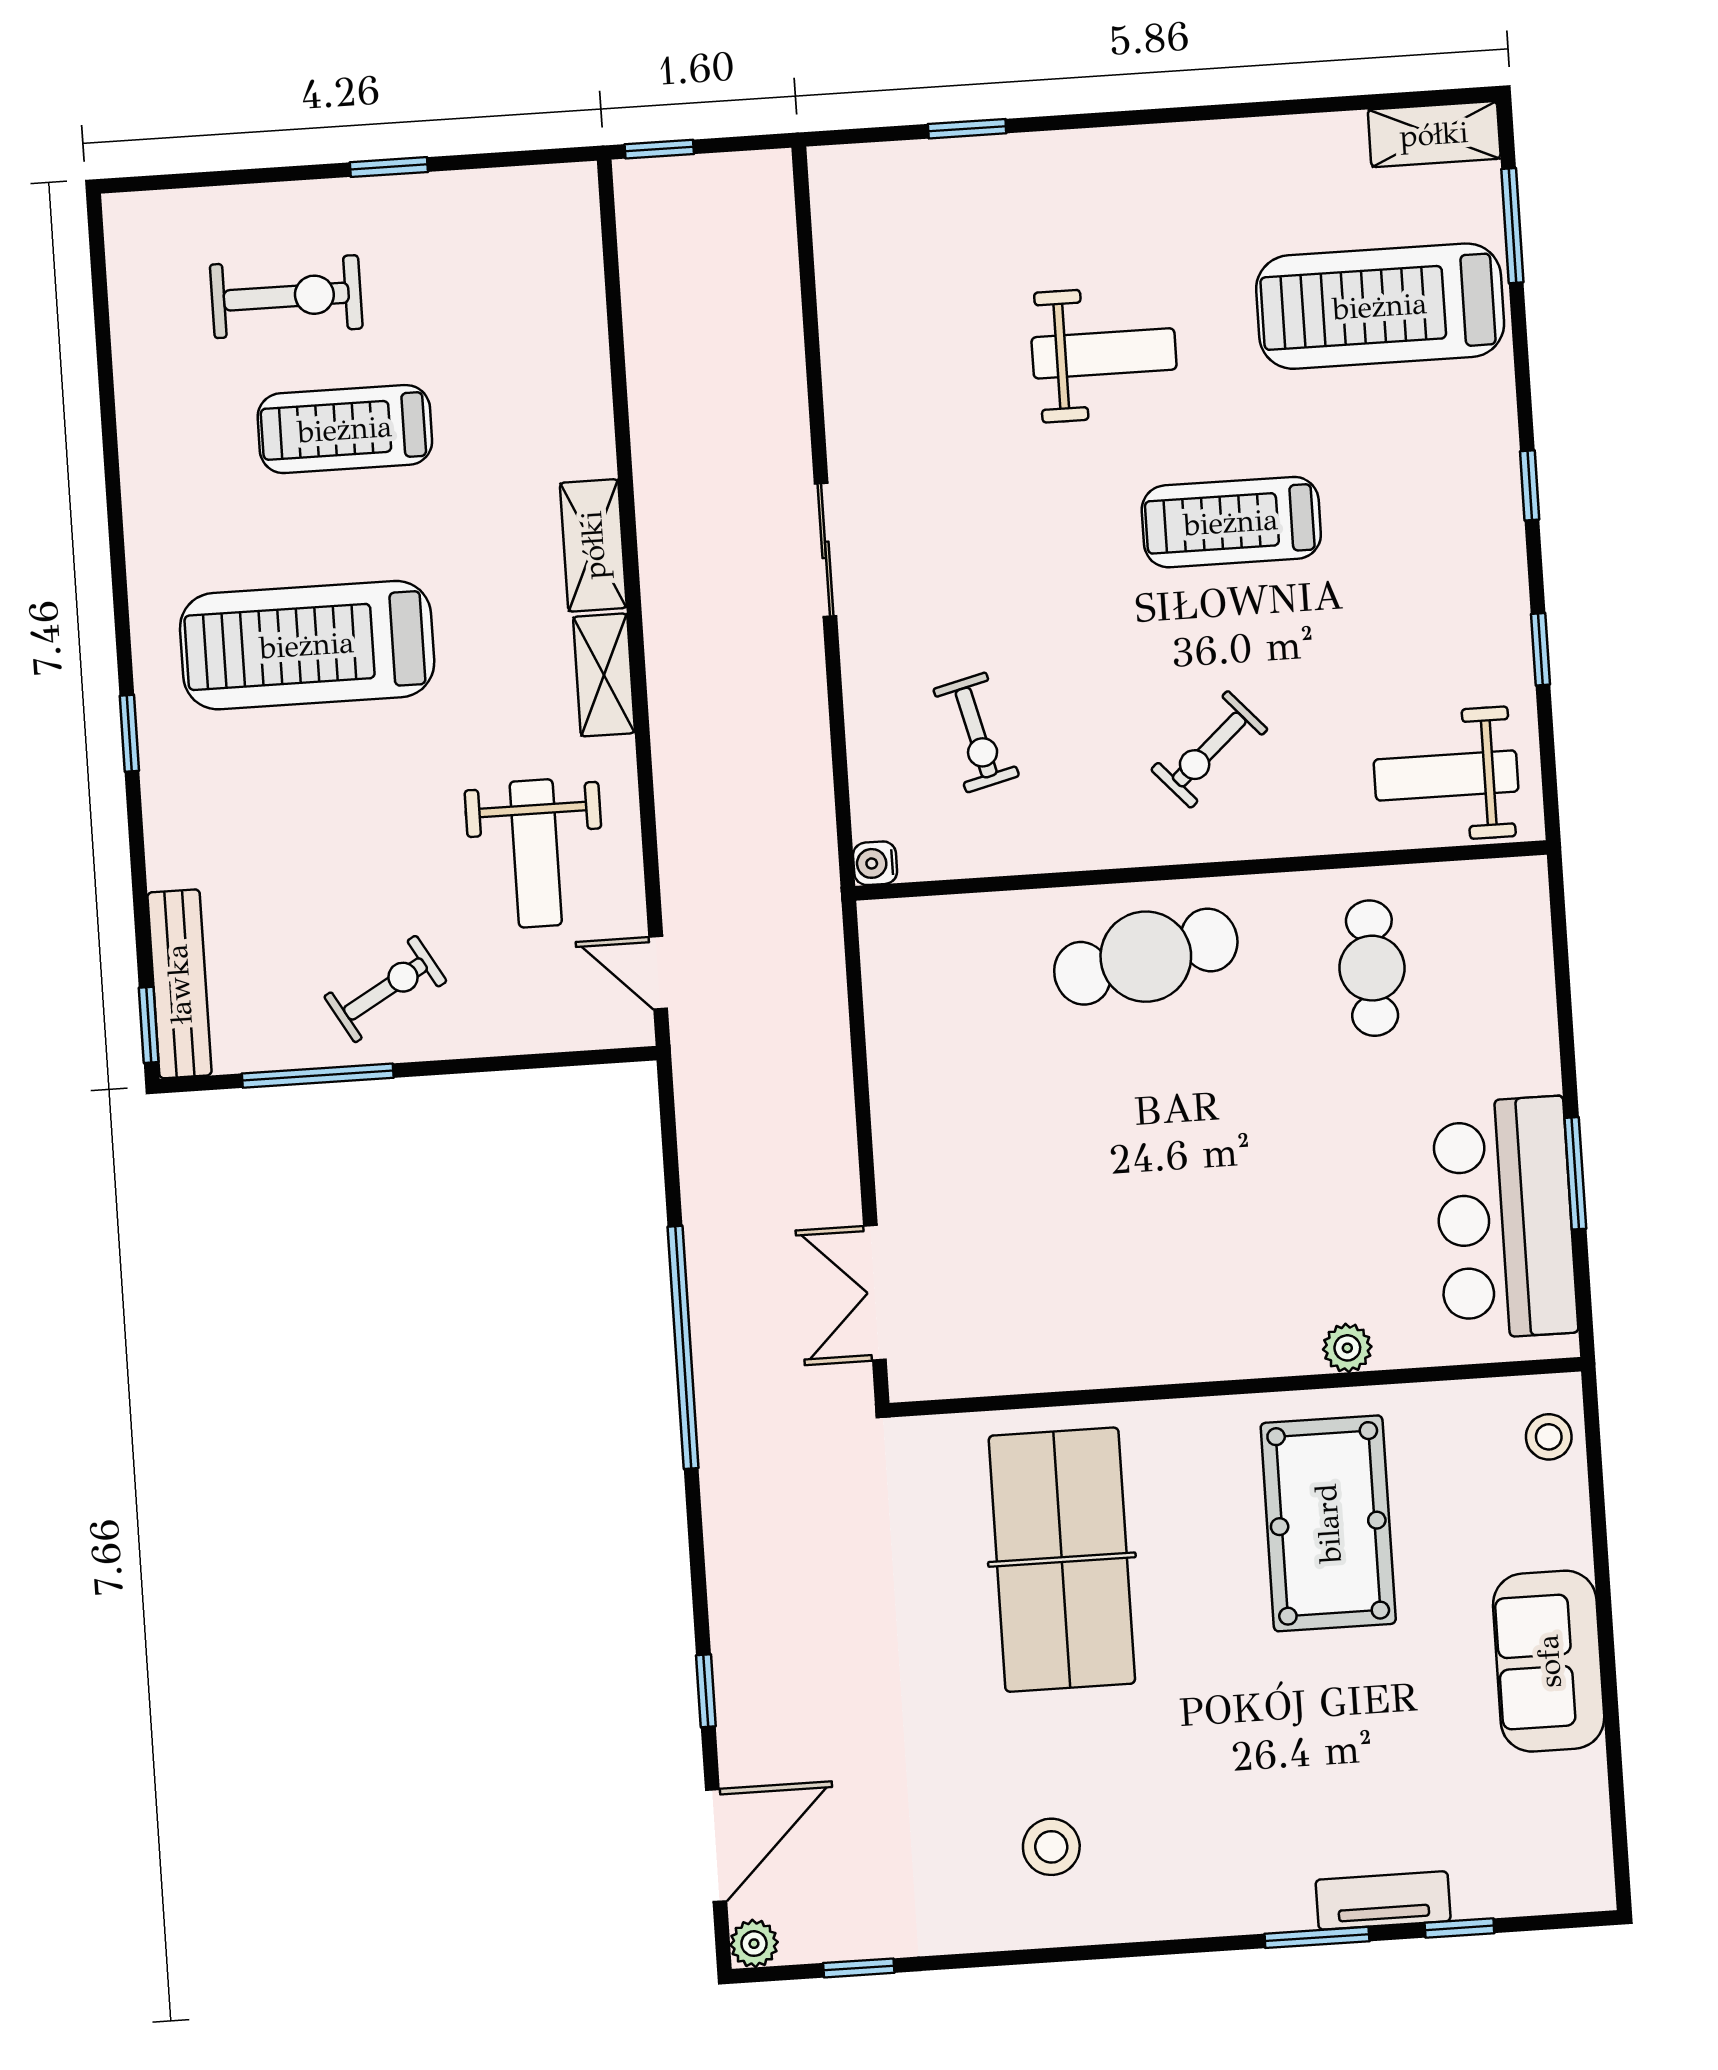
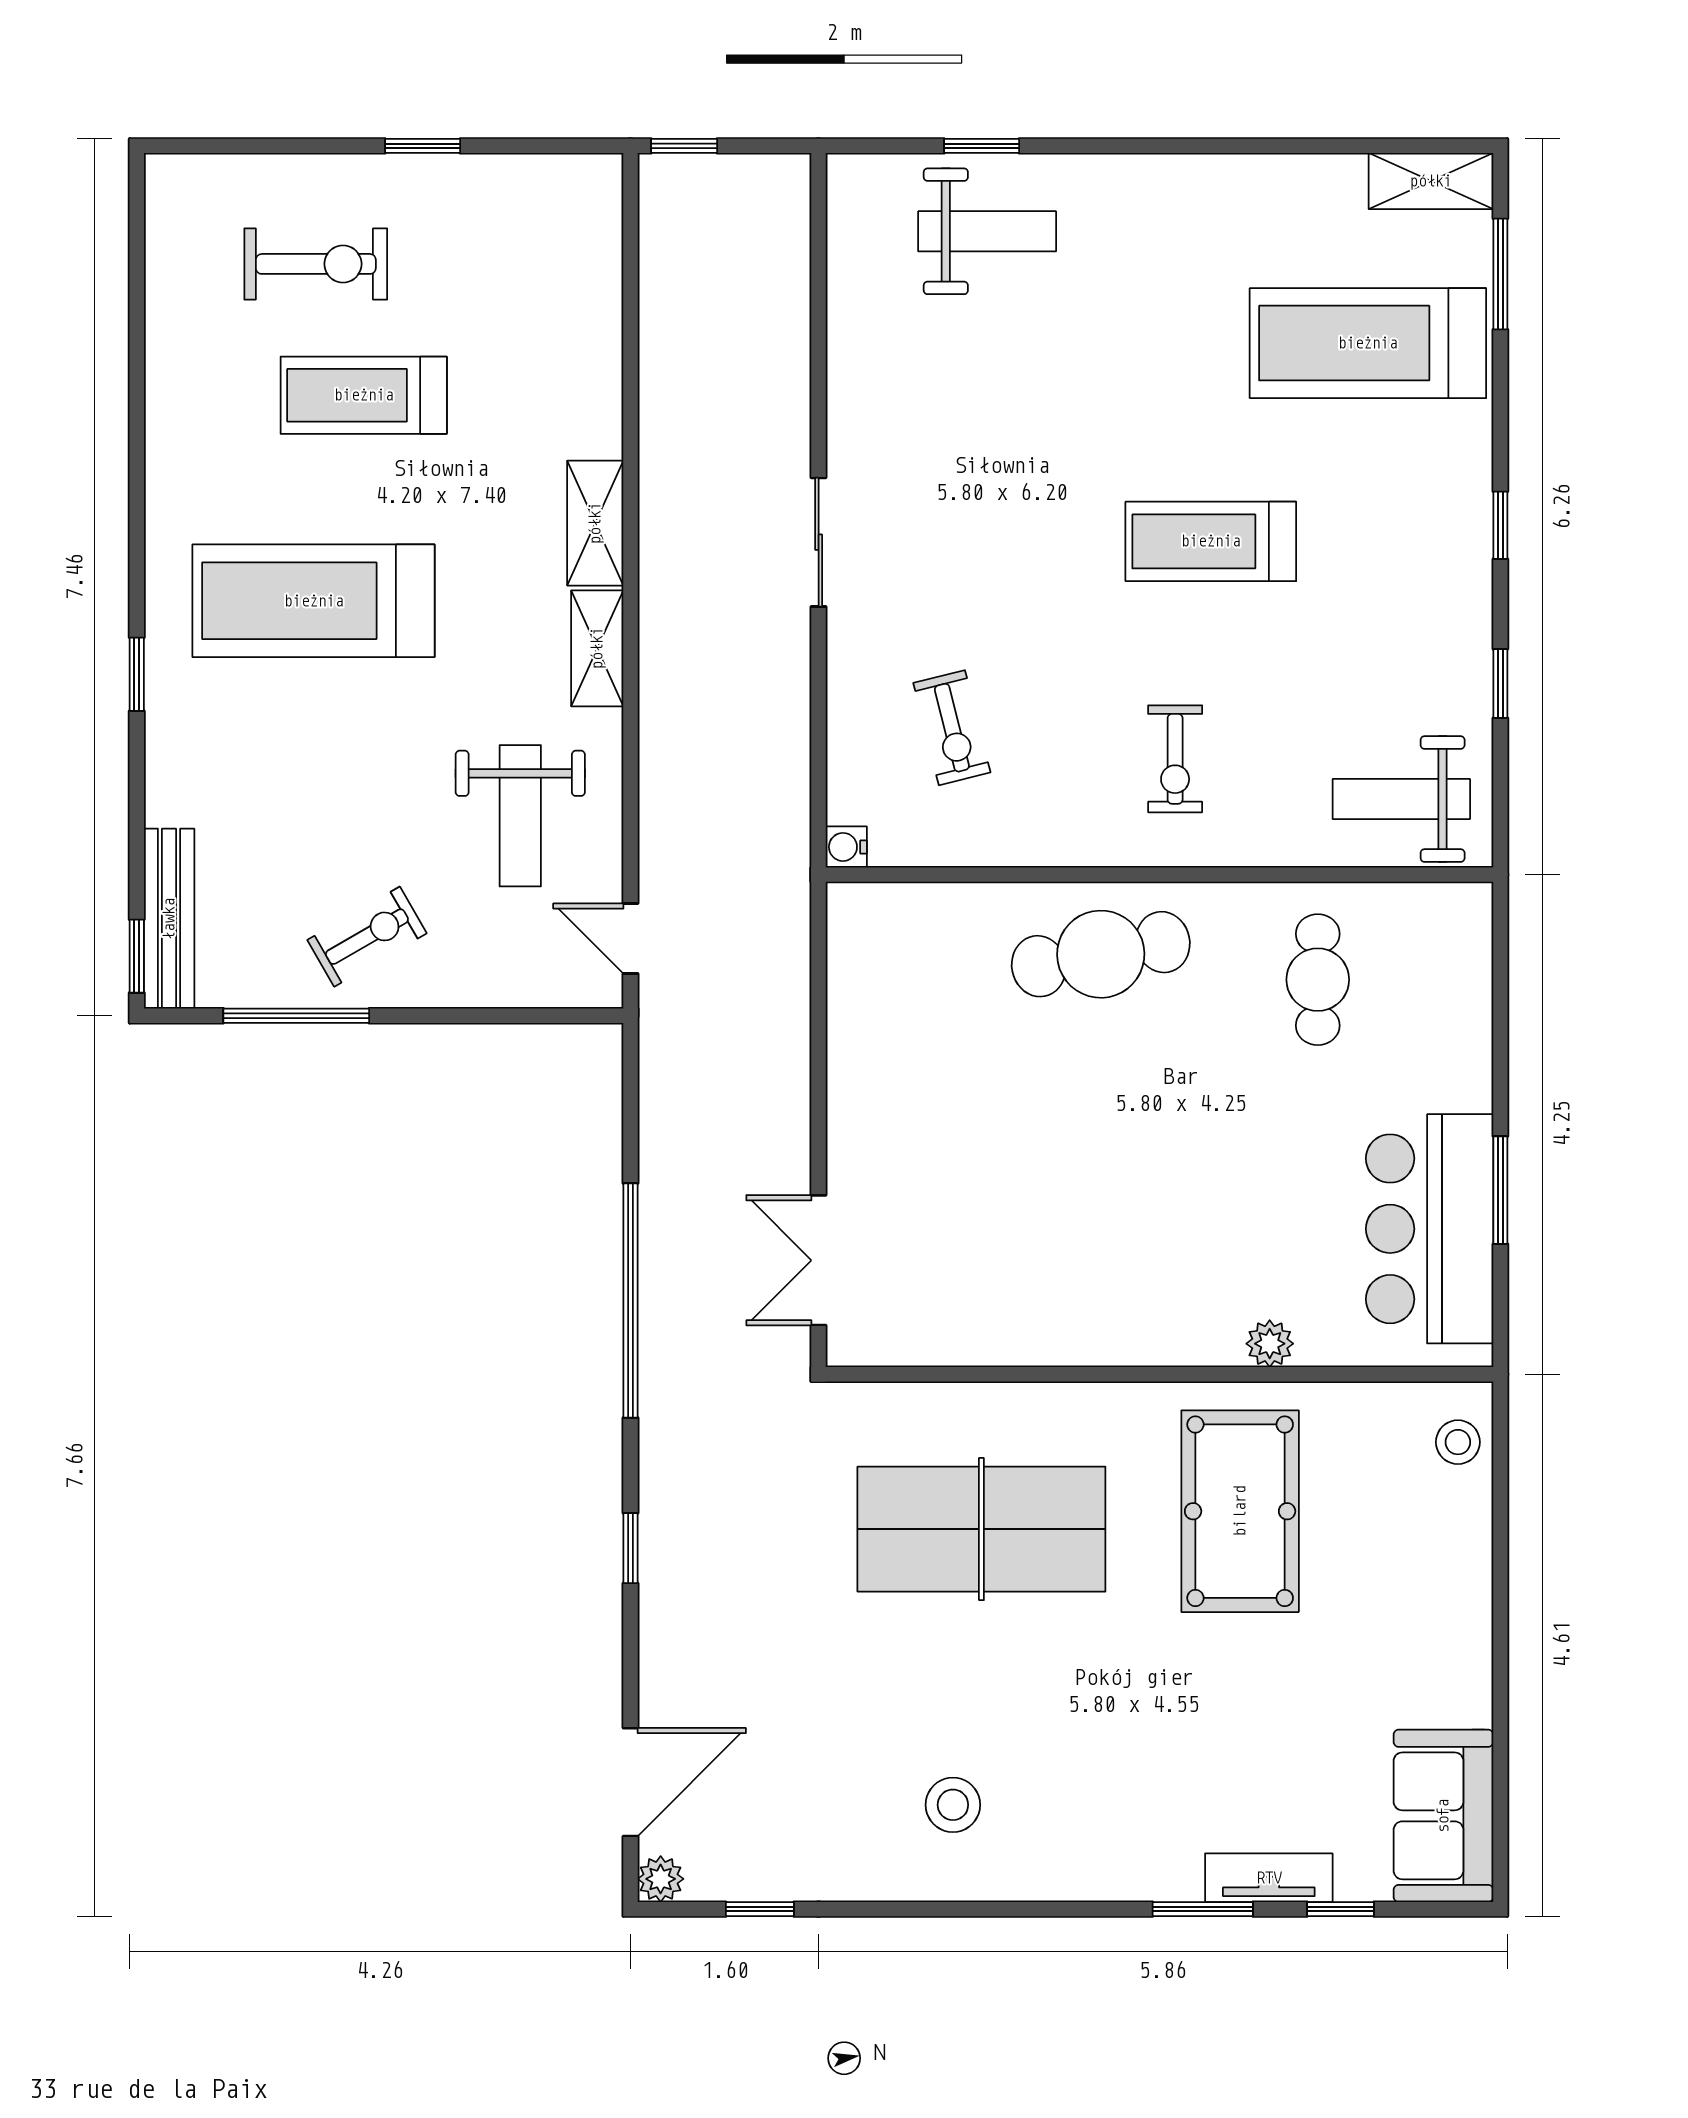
weight bench: (1104, 353) -> (987, 231), moved
exercise bike: (1209, 749) -> (1175, 759), turned -48
table tennis table: (1062, 1560) -> (981, 1529), turned 90
sofa: (1549, 1661) -> (1443, 1816), moved
window: (706, 1691) -> (630, 1548), moved

